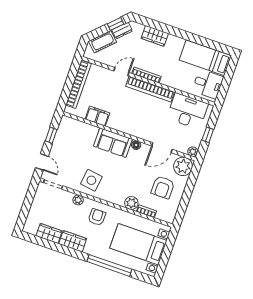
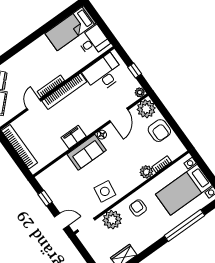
wardrobe: (155, 36) -> (24, 57), removed
filing cabinet: (97, 116) -> (74, 137), moved
armchair: (163, 187) -> (159, 131), moved
plant: (78, 200) -> (112, 220), width x1.87, depth x1.87
wardrobe: (73, 241) -> (144, 242), removed

